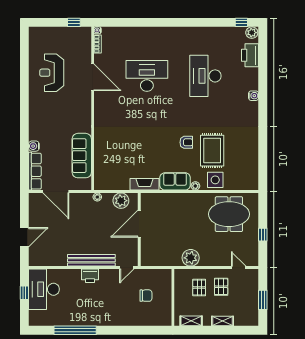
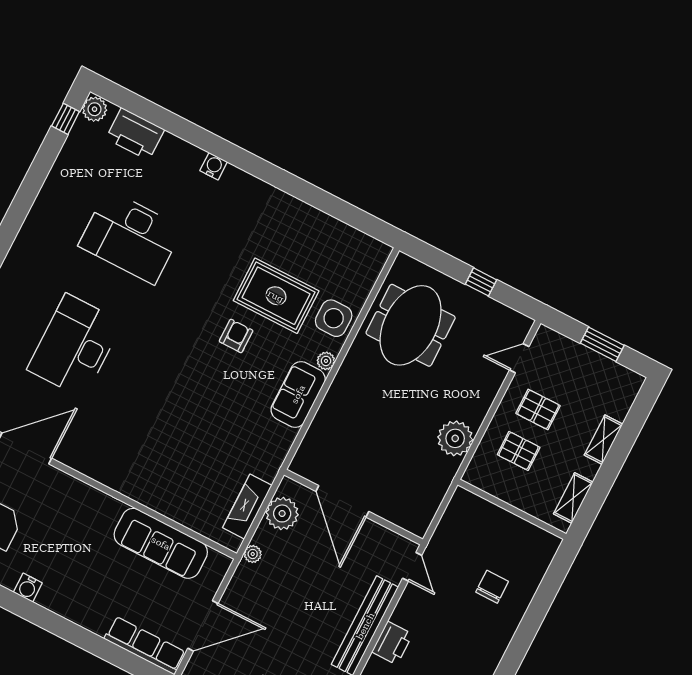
water cooler: (34, 146) -> (28, 588), moved
fireplace: (145, 184) -> (247, 507), moved
chair: (146, 296) -> (492, 587), moved

